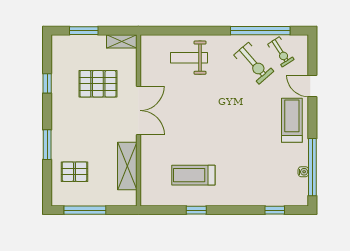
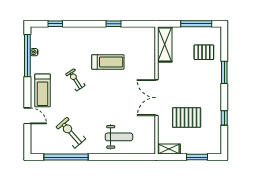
exercise bike: (281, 52) -> (75, 80), moved
shelving: (127, 166) -> (165, 44), moved
treadmill: (193, 175) -> (108, 62), moved

